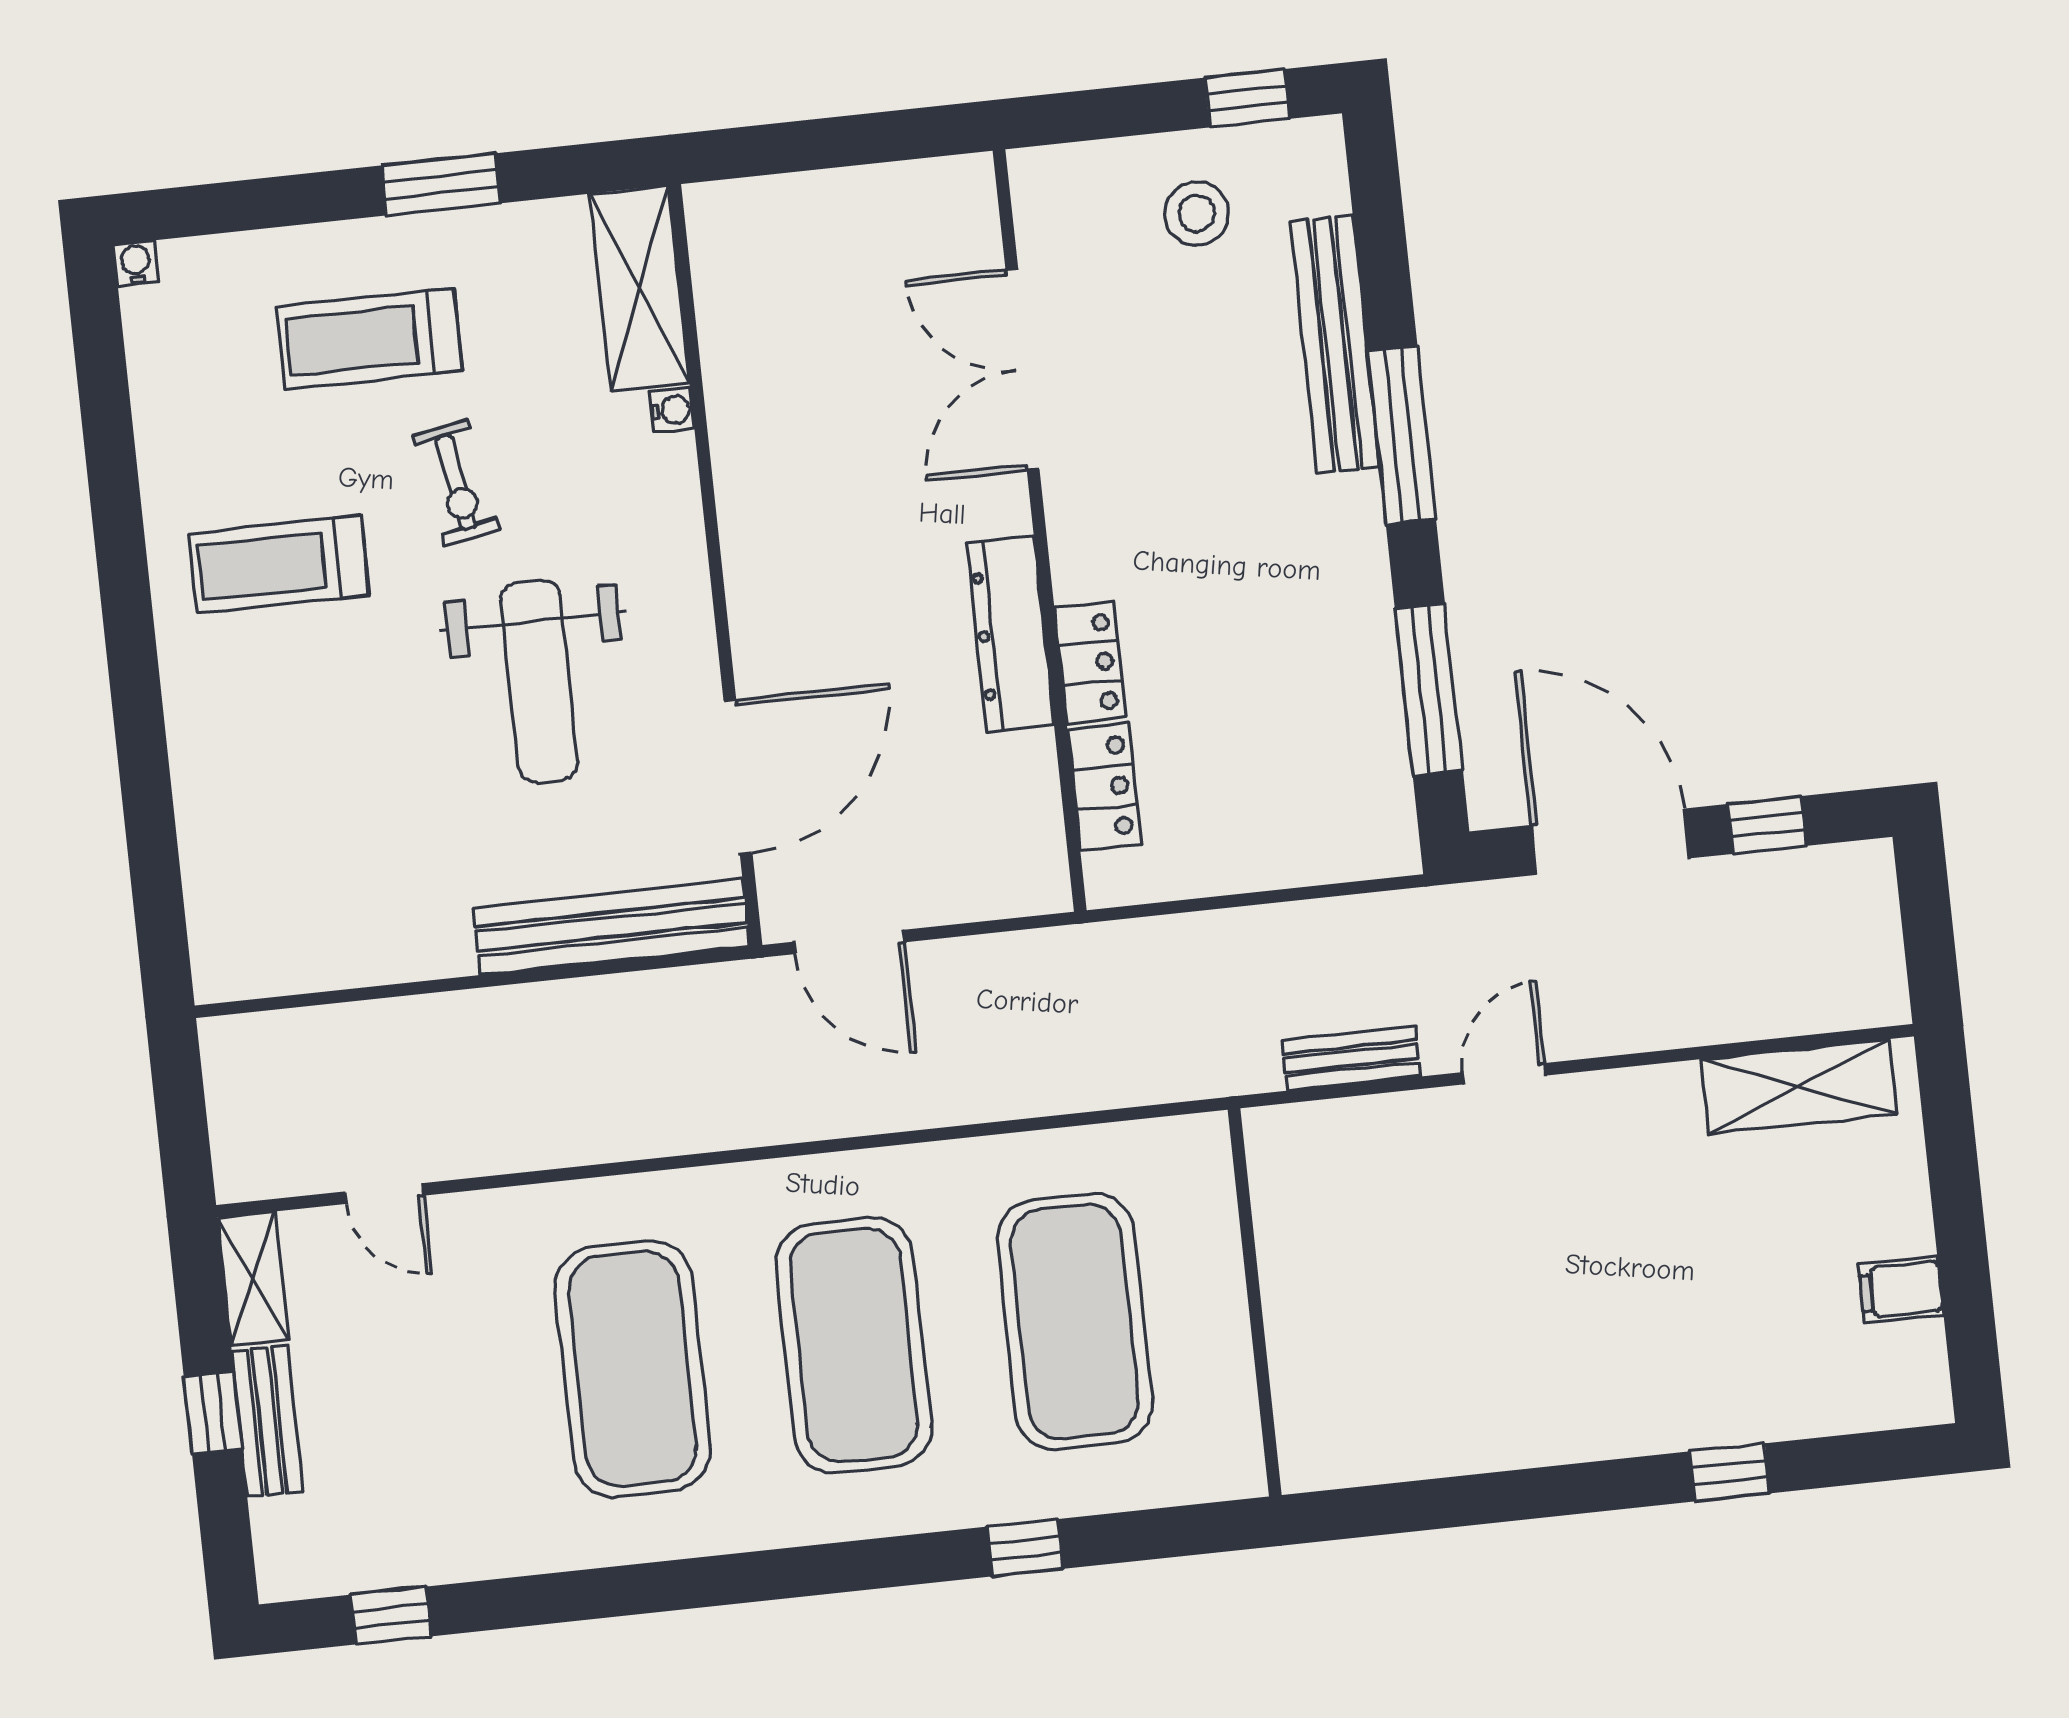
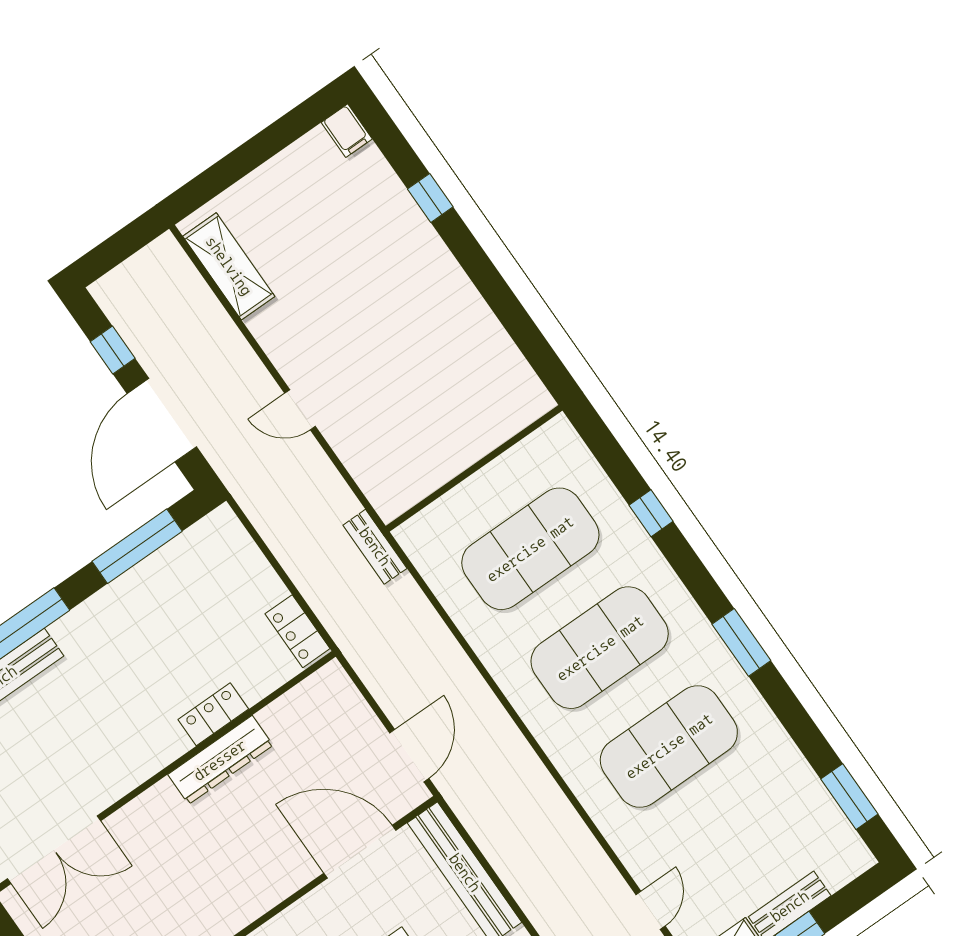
double door: (1022, 369) -> (54, 850), moved
locker: (1104, 787) -> (298, 631), moved, turned -90
bench: (1351, 1058) -> (375, 547), moved
filing cabinet: (1901, 1290) -> (347, 131), moved
window: (736, 1579) -> (741, 642), added
window: (391, 1615) -> (849, 797), width x1.50

